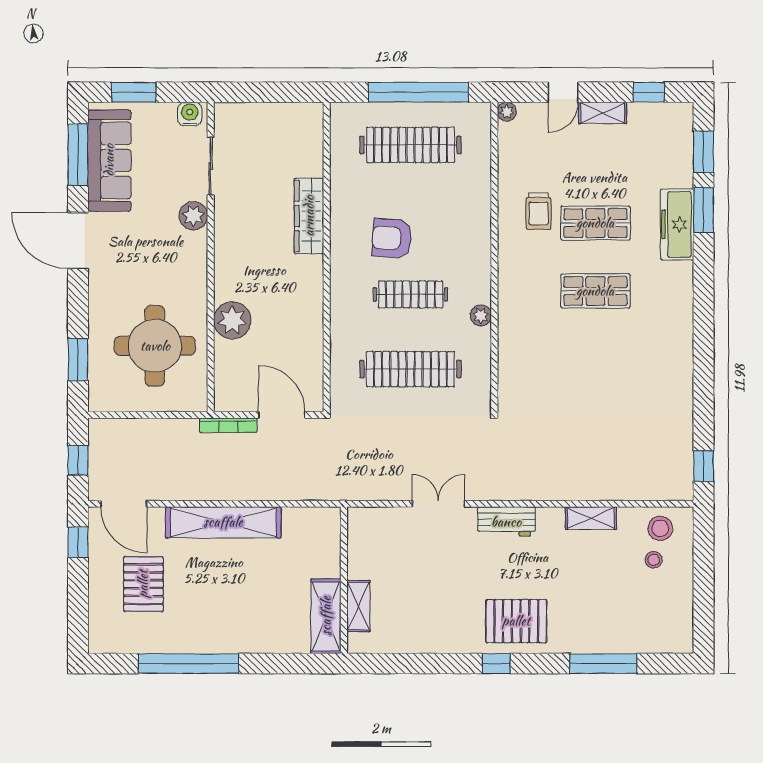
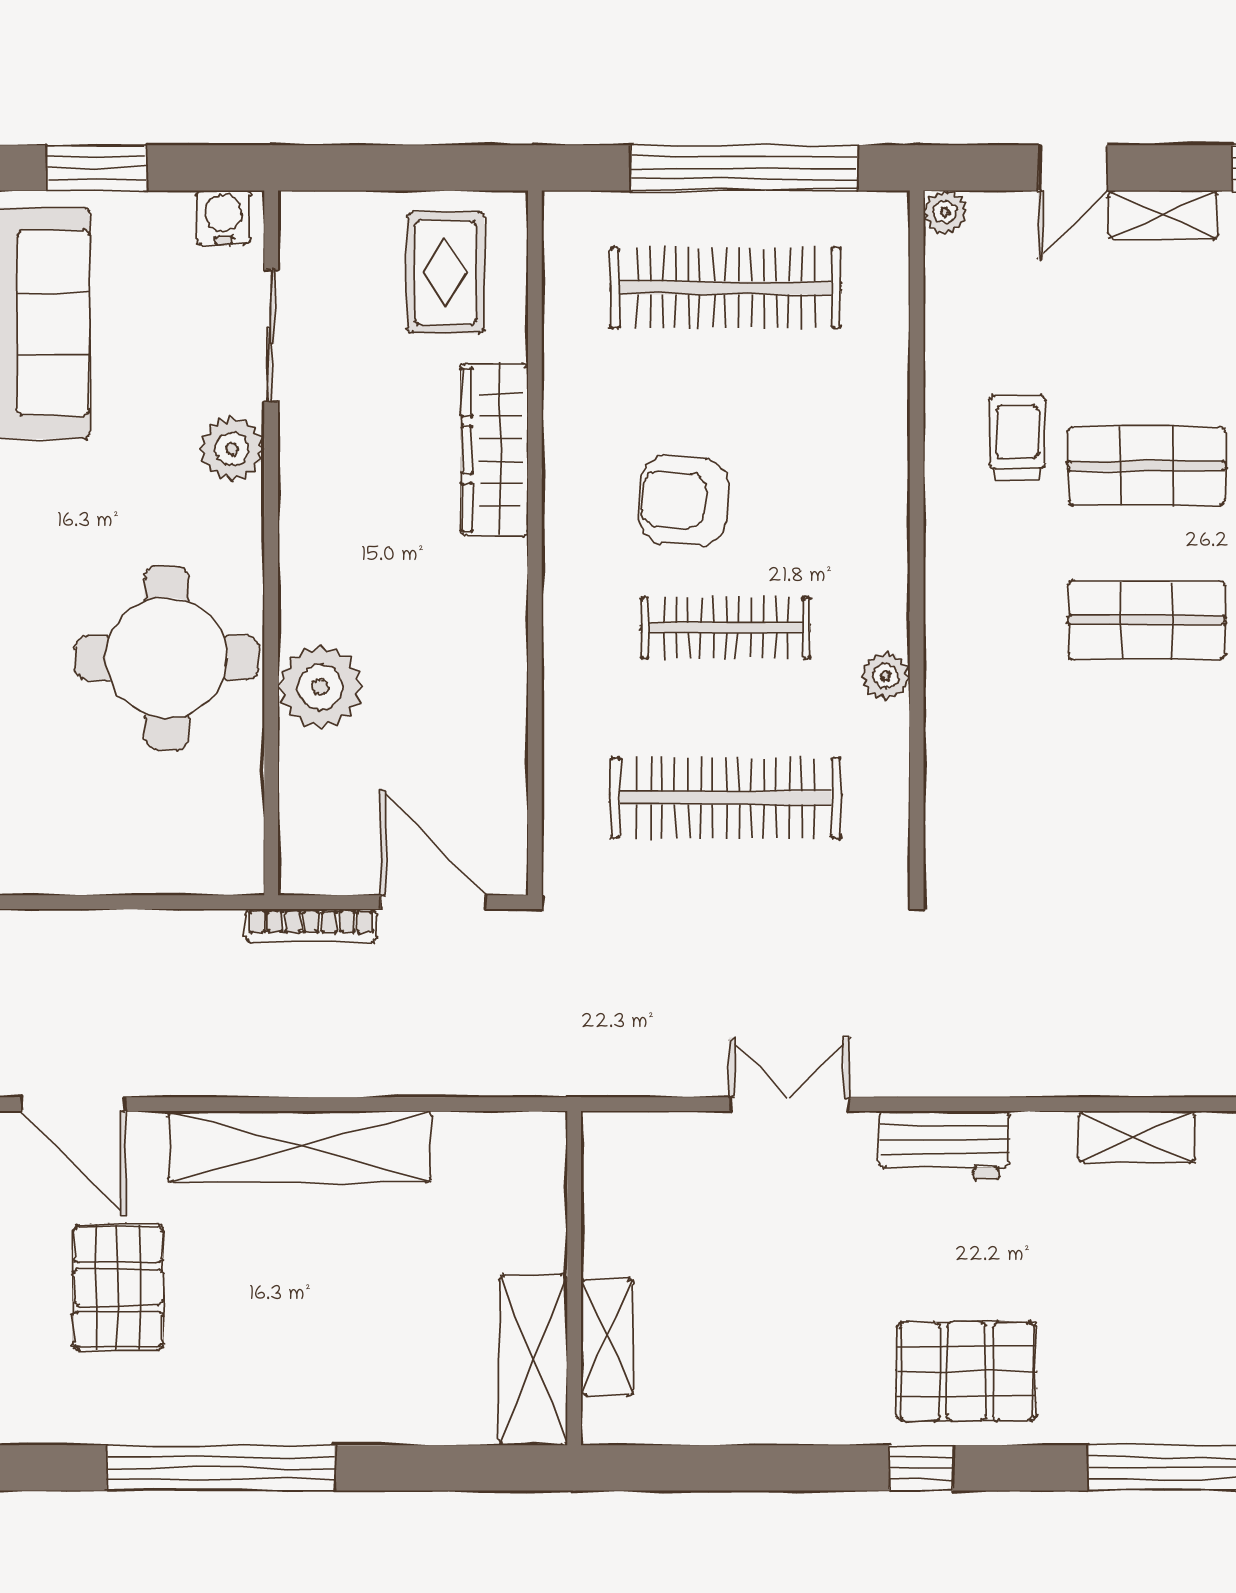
rug: (287, 138) -> (445, 273), added
trolley: (538, 211) -> (1017, 438), turned 180
round table: (155, 346) -> (167, 658), moved

